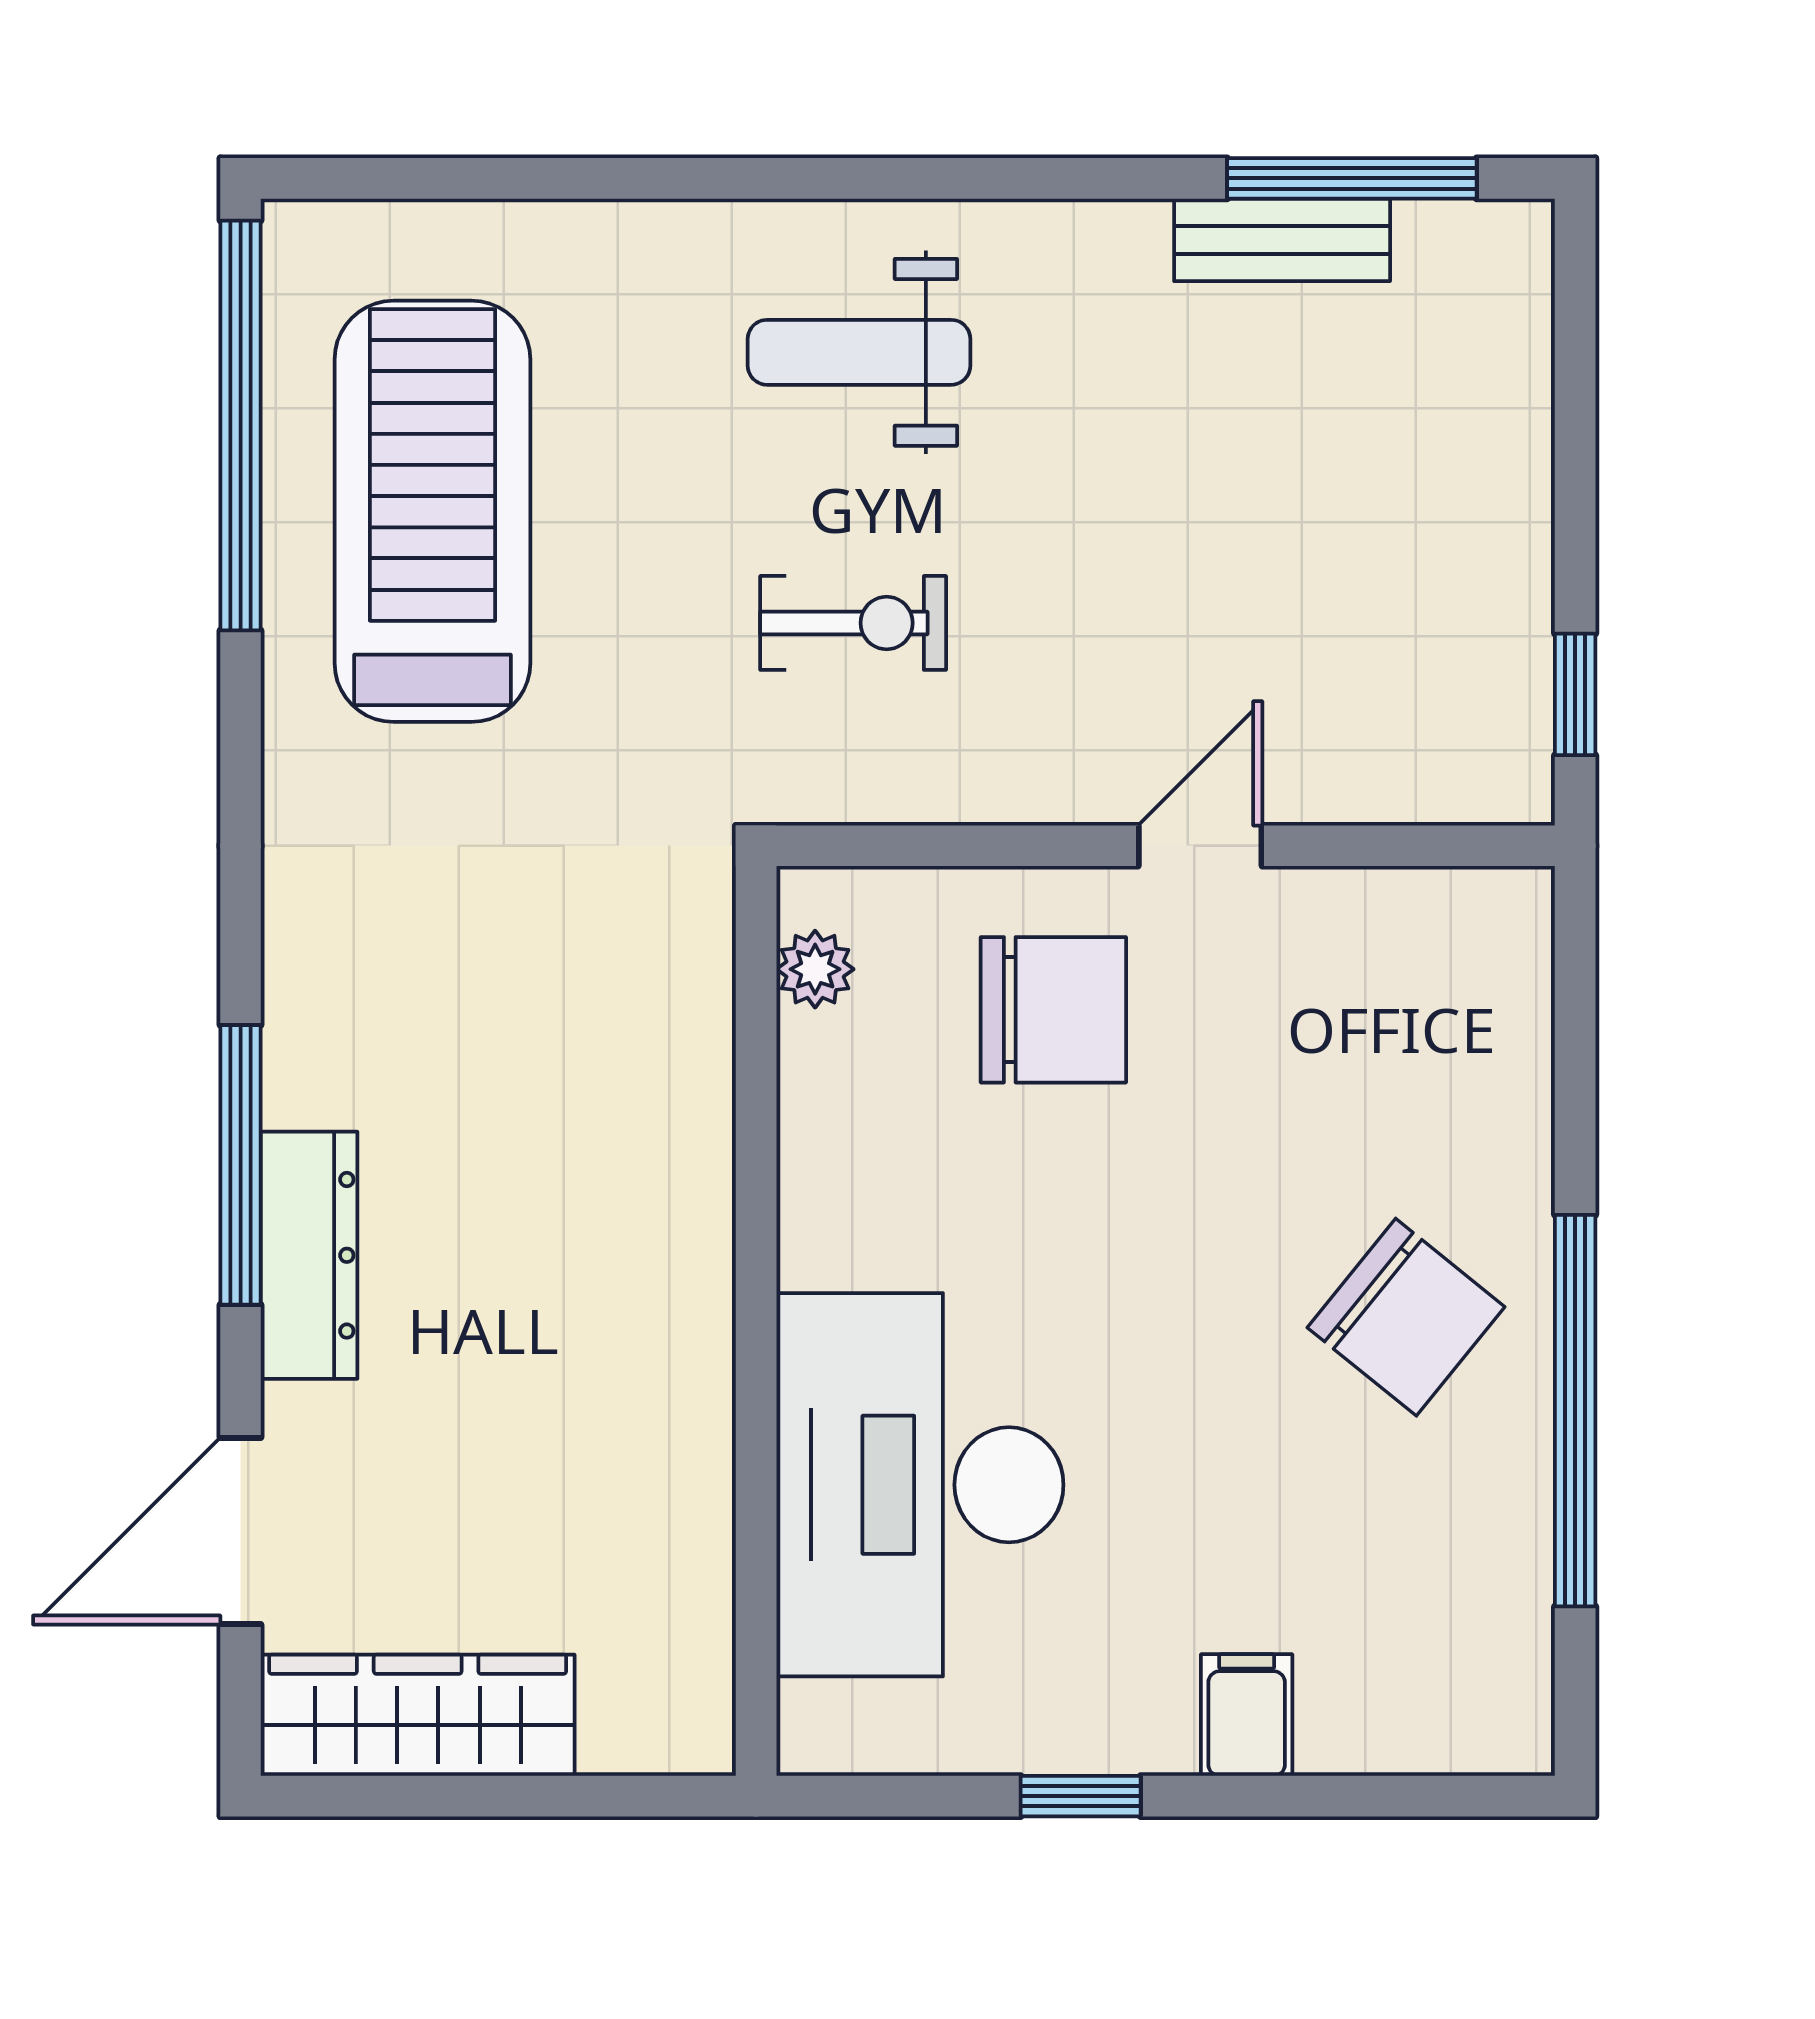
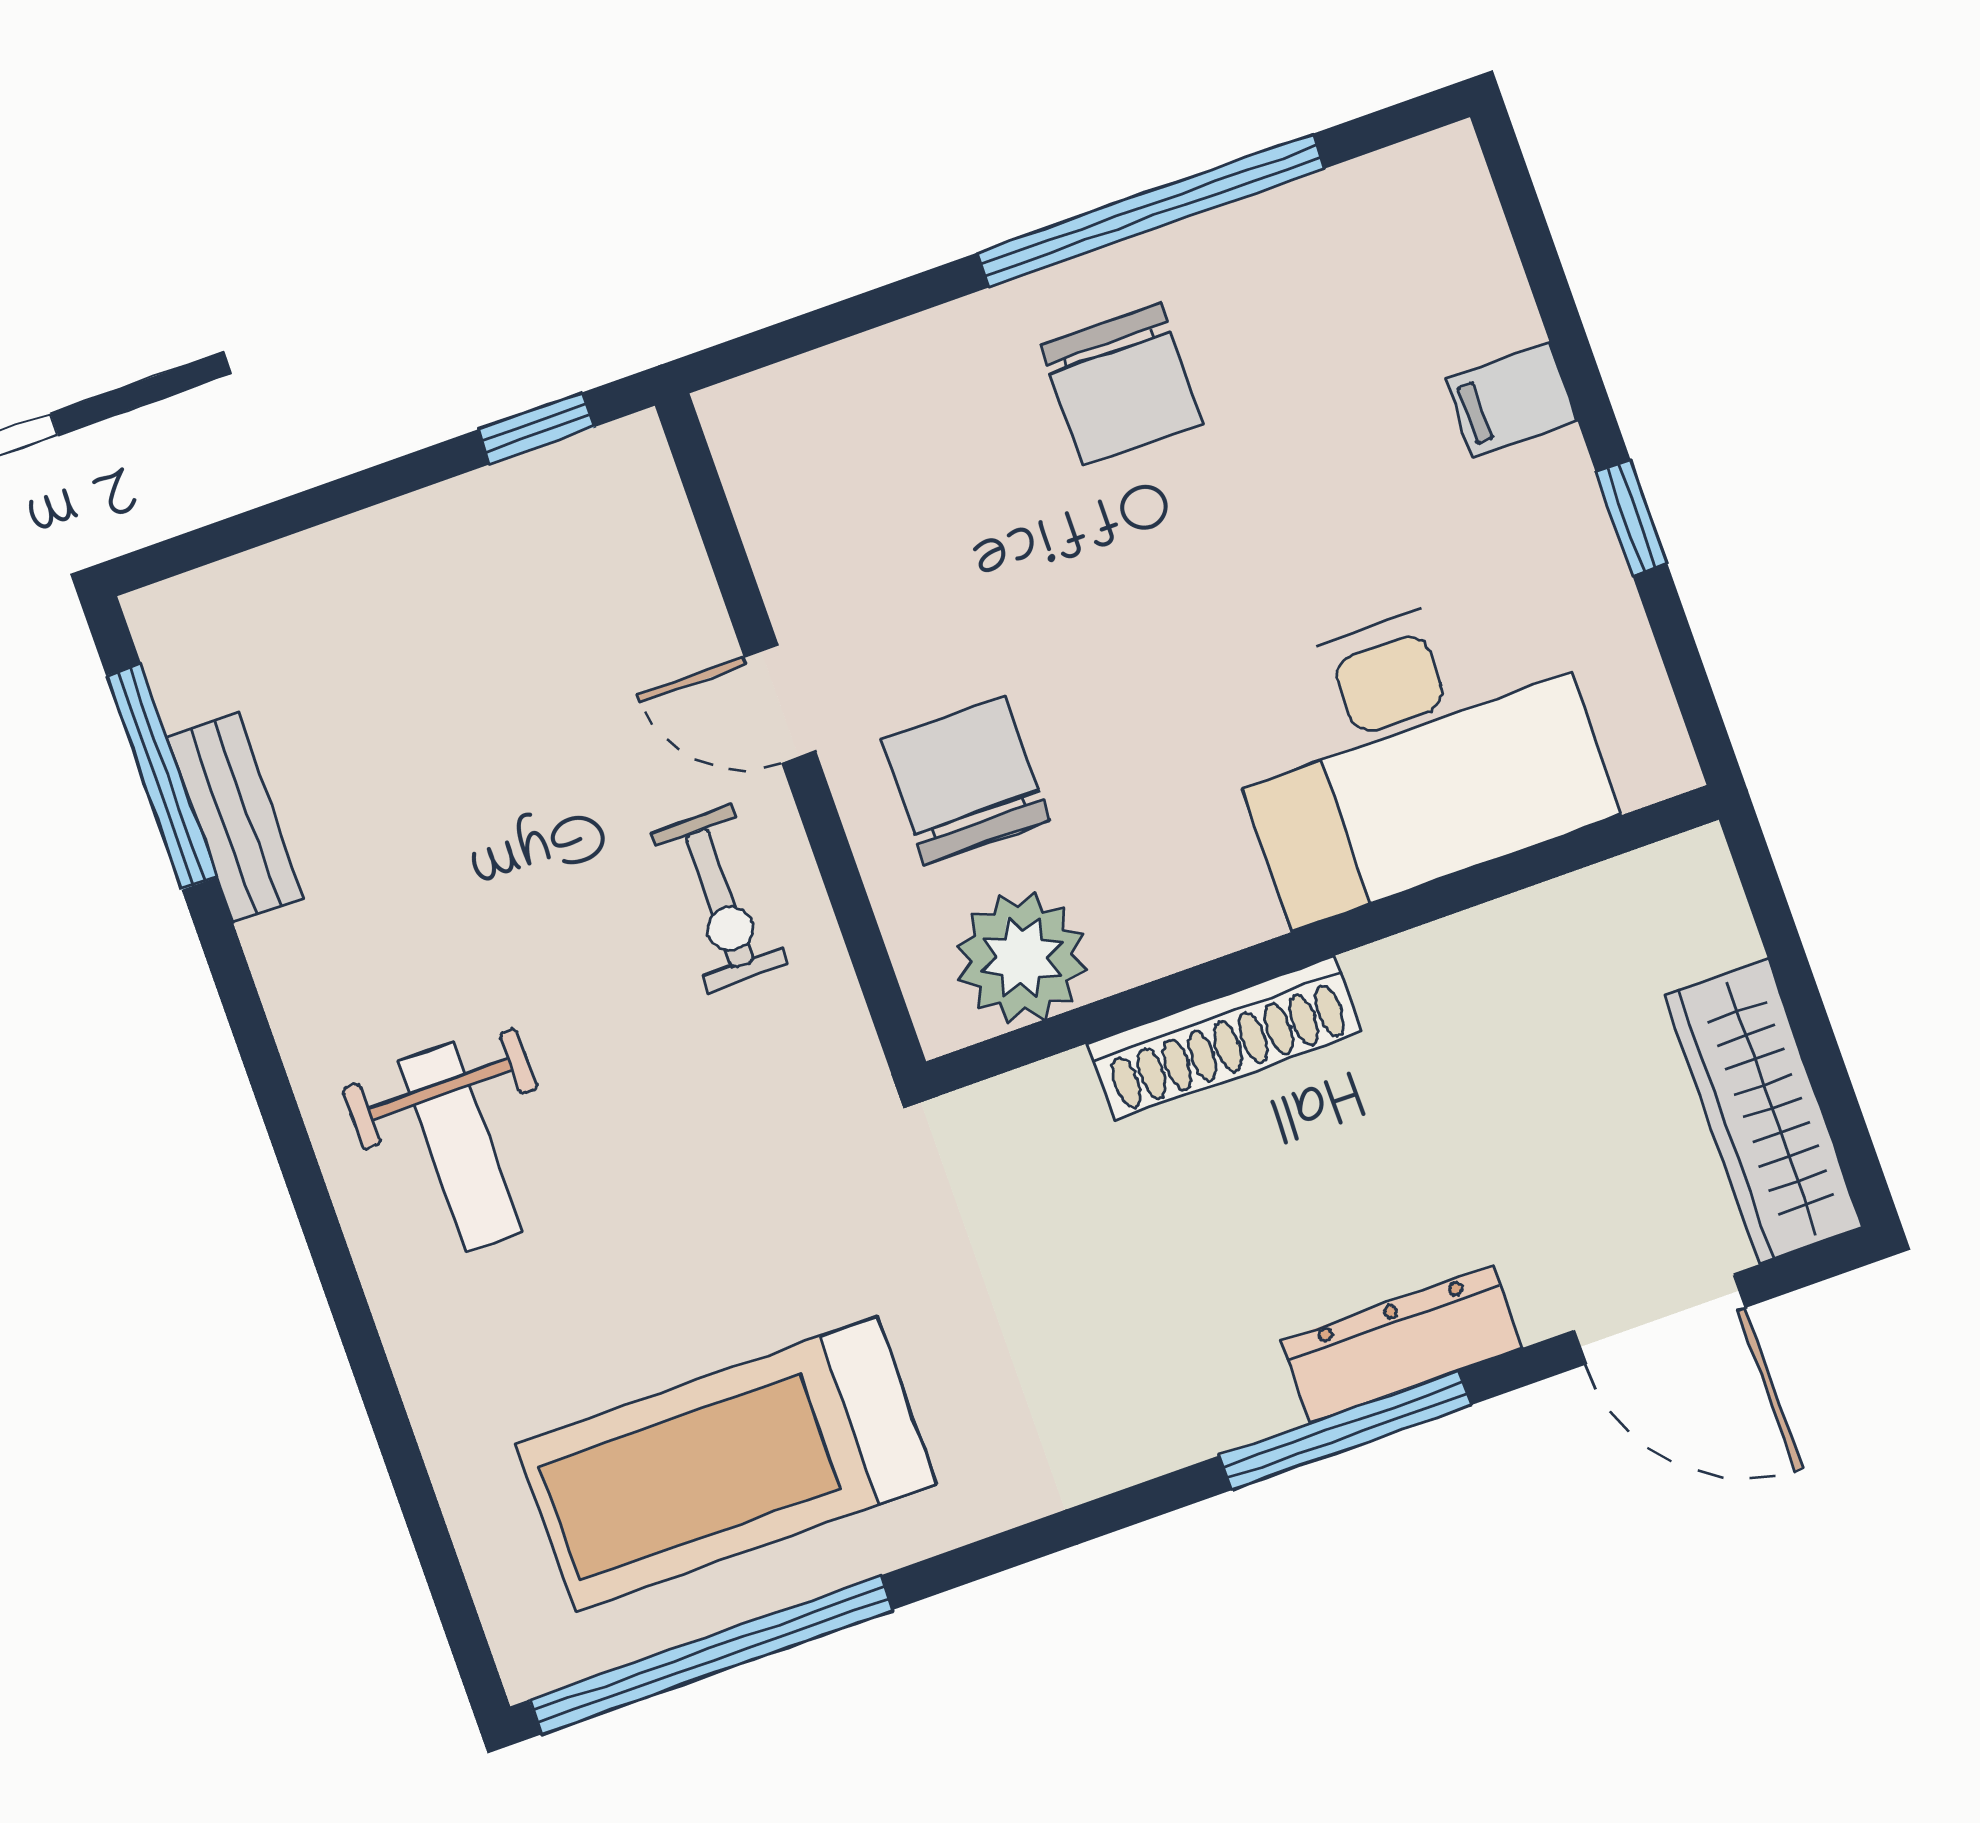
exercise bike: (853, 623) -> (720, 898), moved, turned 180
plant: (815, 969) -> (1022, 957), width x1.87, depth x1.87
shoe rack: (691, 1184) -> (1225, 1038), added
chair: (1406, 1317) -> (1122, 384), turned 141

